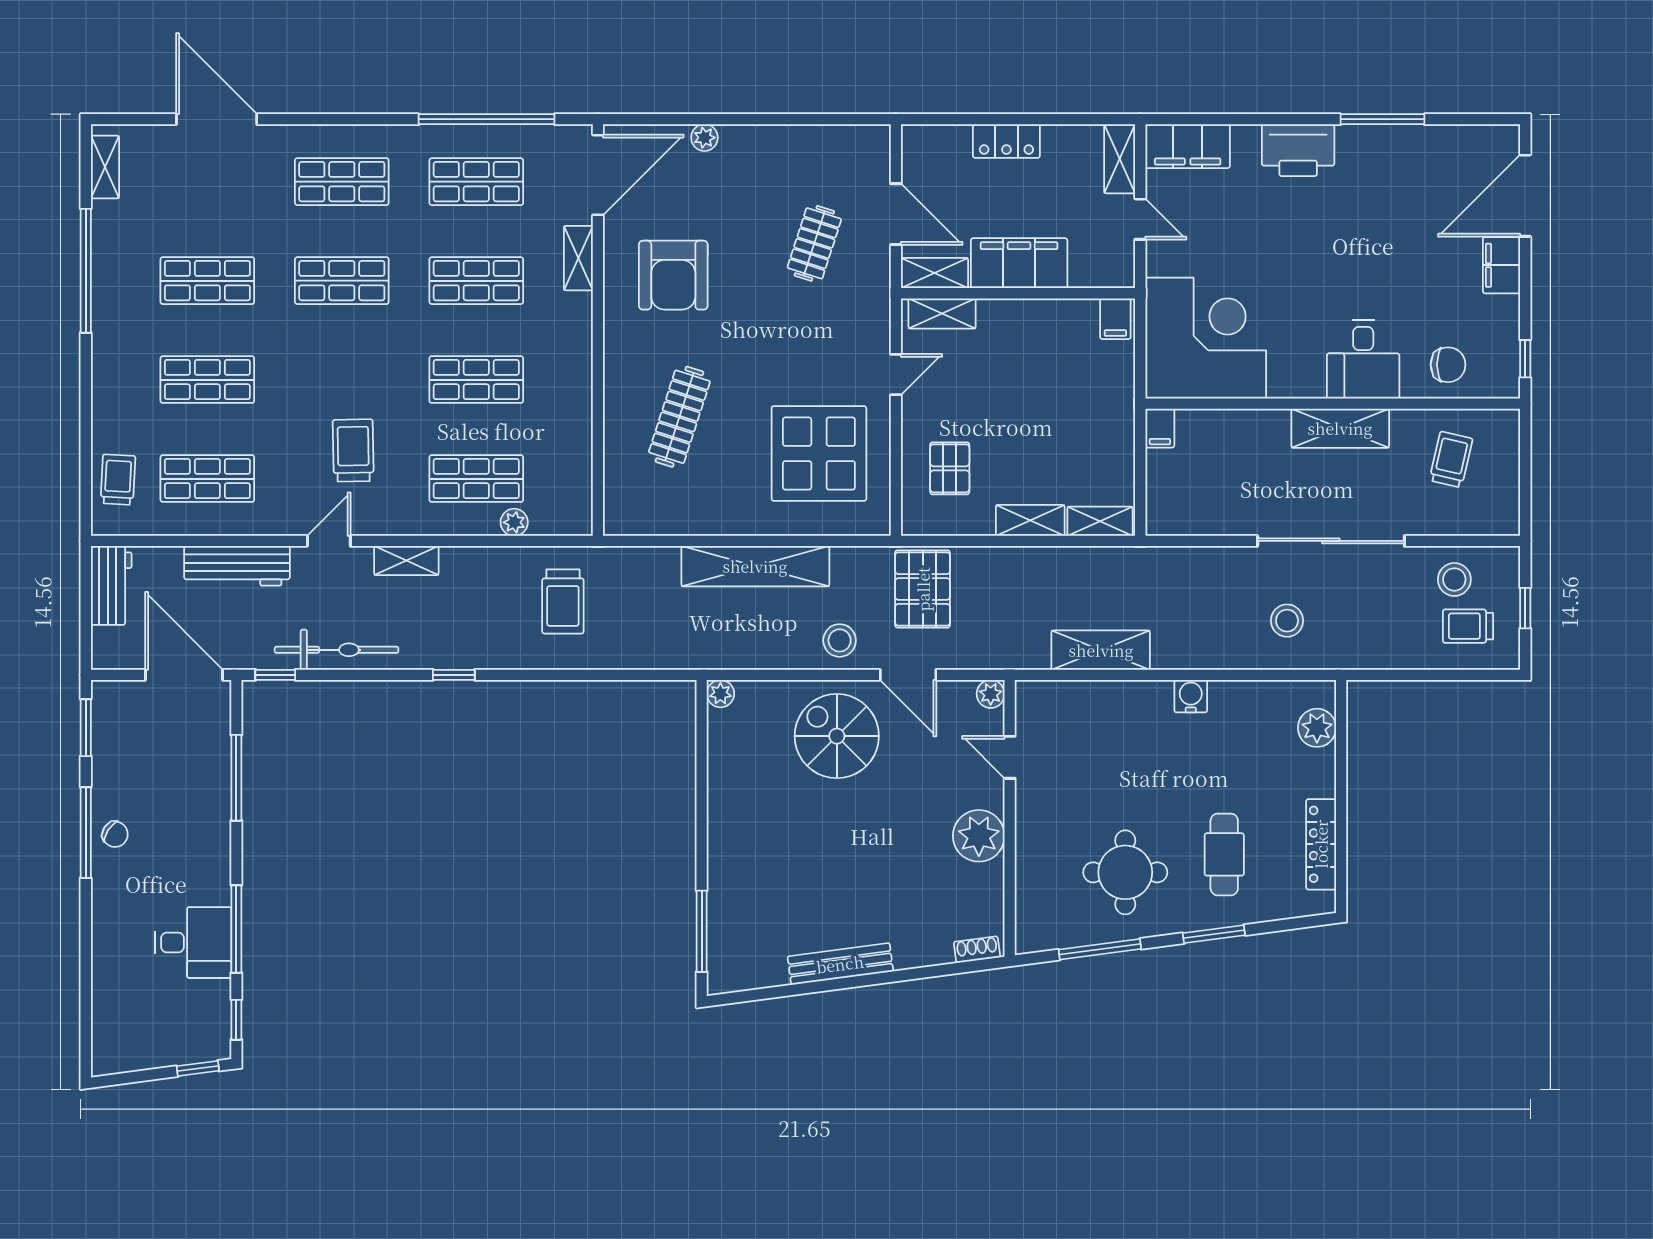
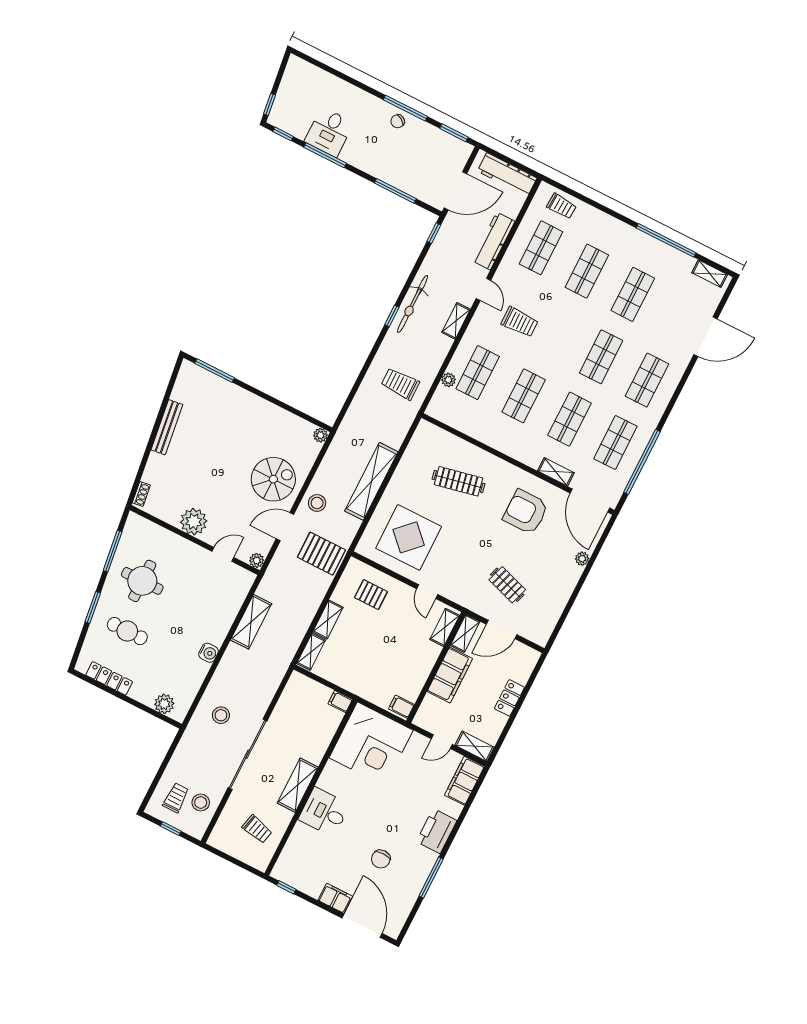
chair: (1448, 365) -> (381, 859), moved
clothes rail: (679, 417) -> (459, 481), turned -30
workbench: (111, 585) -> (507, 175), width x1.38
bicycle: (337, 650) -> (413, 304), moved

